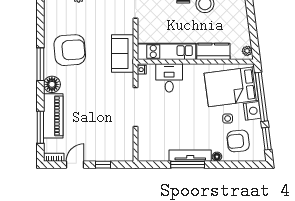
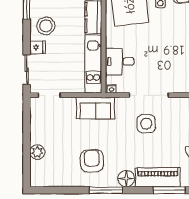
armchair: (70, 50) -> (92, 161), width x0.73, depth x0.73
side table: (107, 104) -> (146, 124), added

